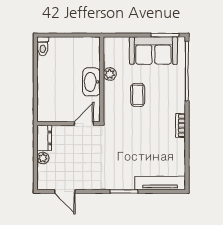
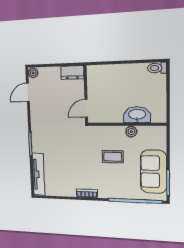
washbasin: (91, 82) -> (137, 115), moved
door: (84, 123) -> (86, 108), swing flipped
plant: (43, 158) -> (33, 73), moved

